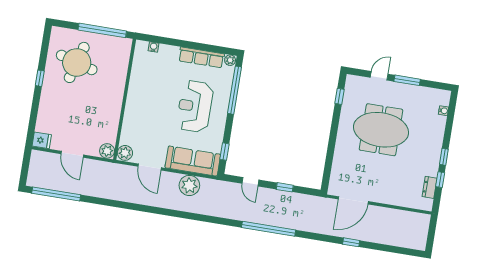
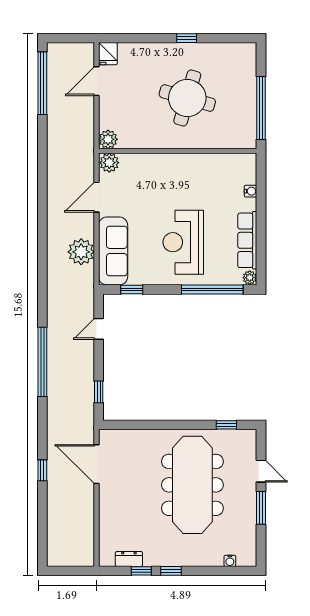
water cooler: (153, 47) -> (251, 191), moved
round table: (77, 62) -> (187, 98), moved
reception desk: (195, 106) -> (183, 242), turned -90
meeting table: (381, 130) -> (192, 485), width x1.36
door: (72, 154) -> (96, 81), moved
window: (285, 187) -> (99, 392), moved

